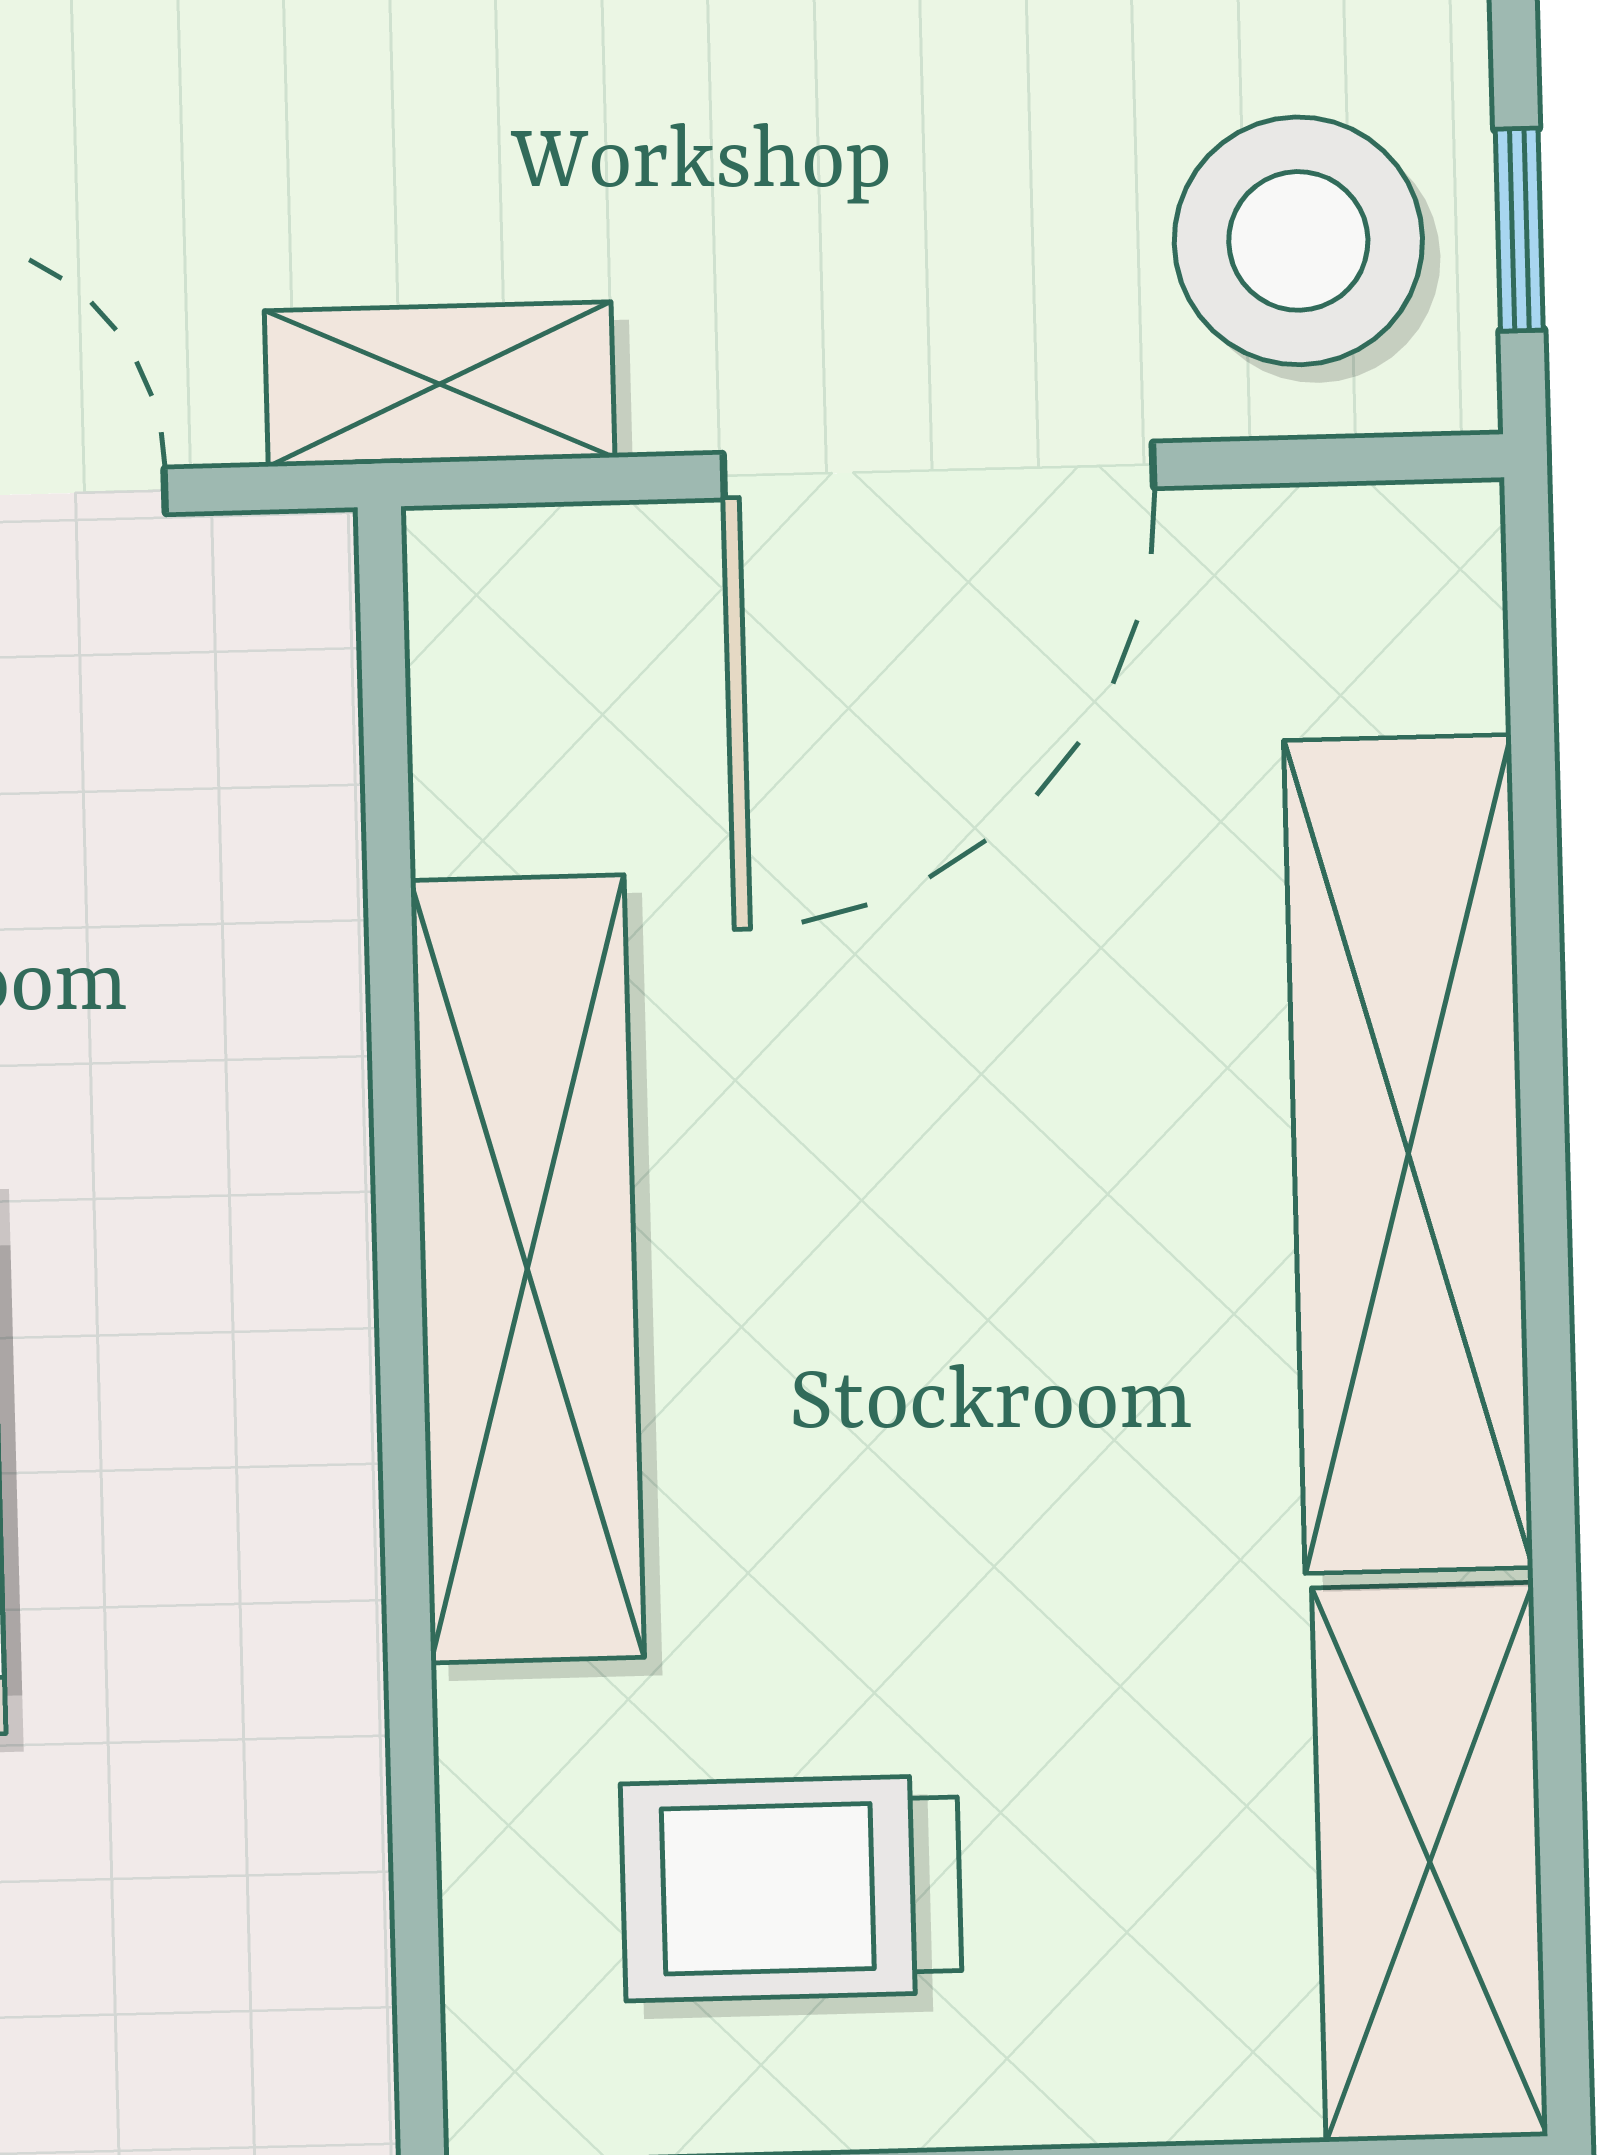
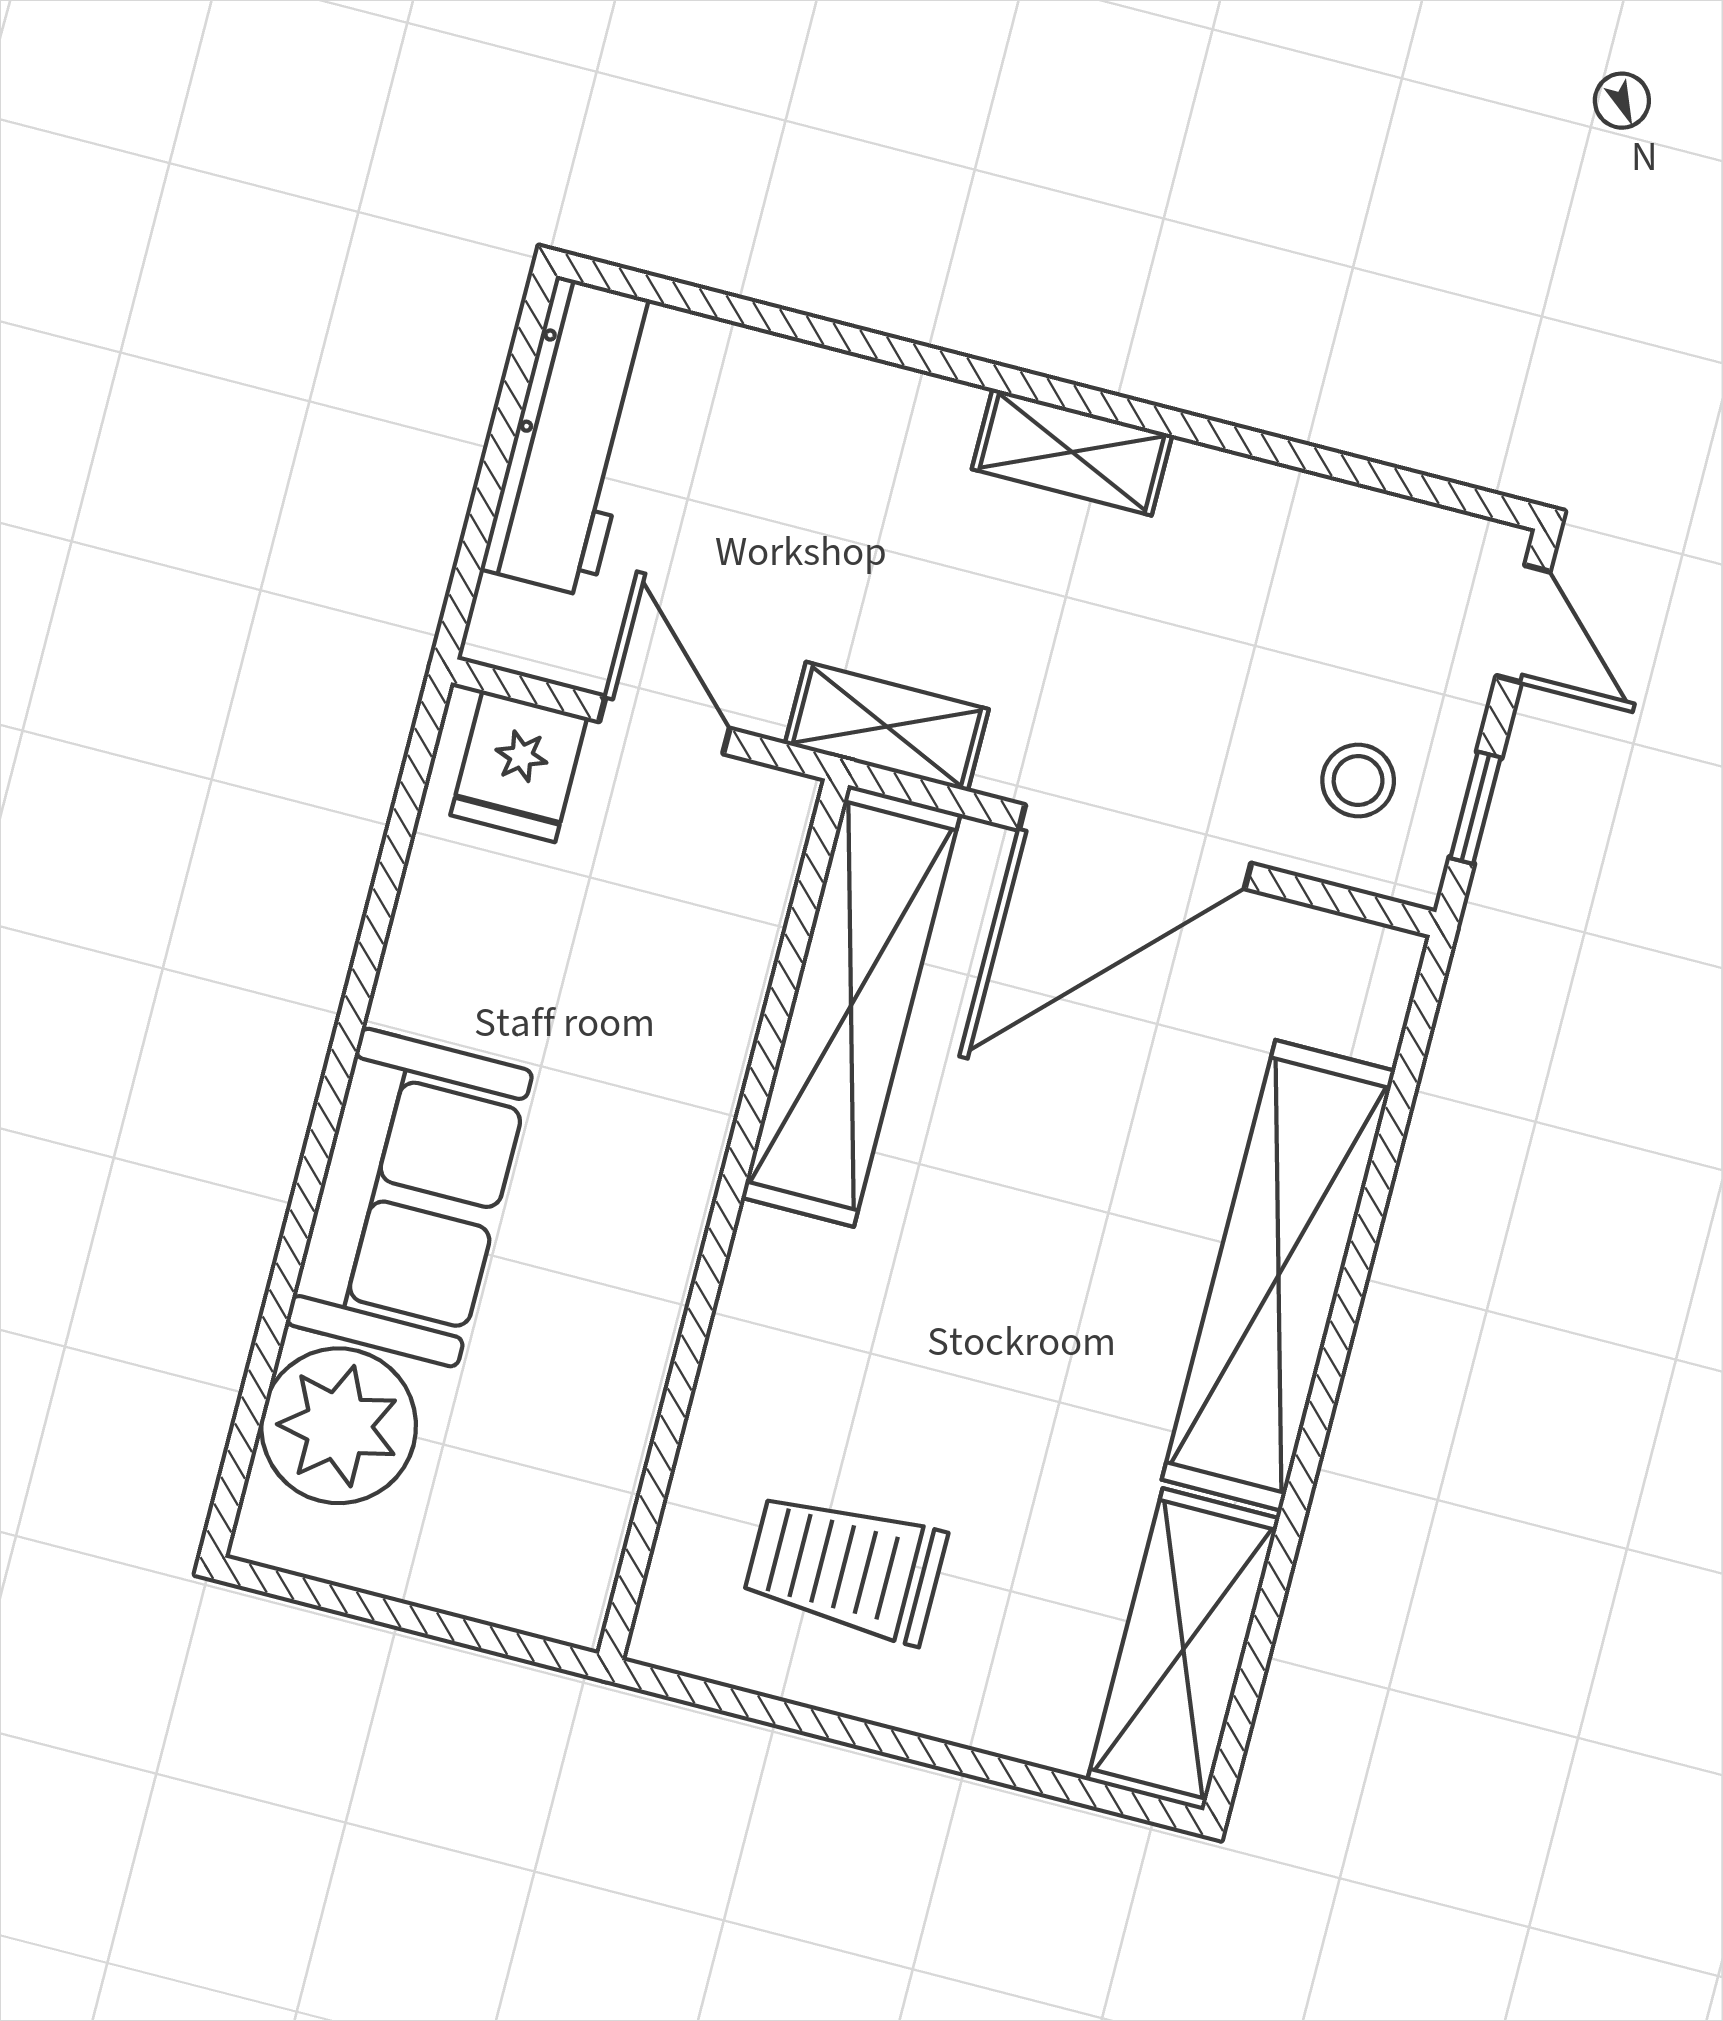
stool: (1298, 241) -> (1358, 781), width x0.53, depth x0.53
shelving: (527, 1269) -> (851, 1006), moved

